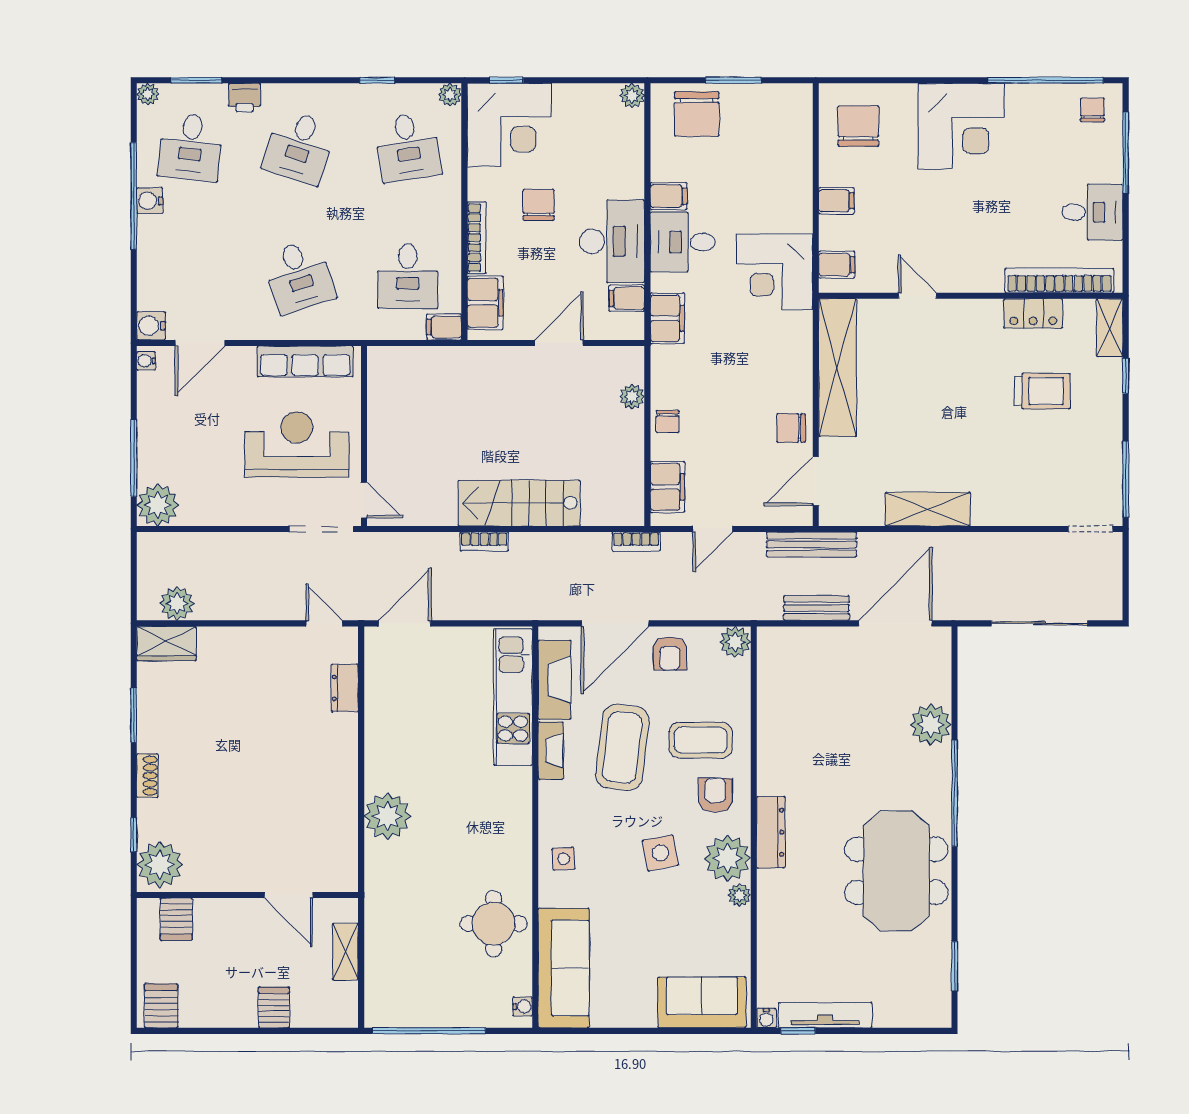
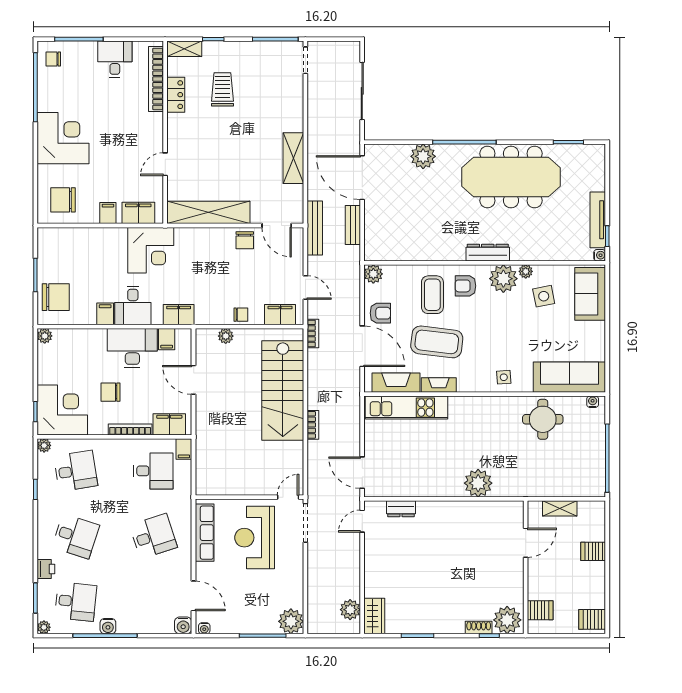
filing cabinet: (837, 265) -> (138, 213), width x2.00
stairs: (519, 503) -> (283, 391), width x1.36, depth x1.51
shoe rack: (147, 776) -> (479, 627), moved
side table: (660, 853) -> (544, 296), moved
meeting table: (896, 871) -> (511, 177), width x1.36

